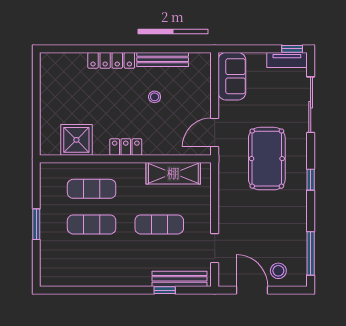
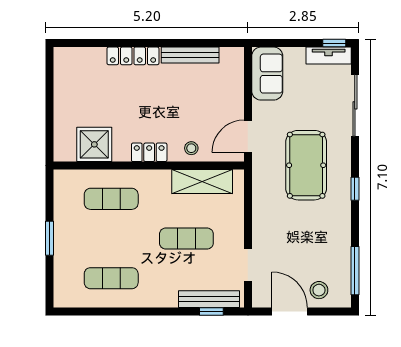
stool: (155, 97) -> (191, 148), moved
exercise mat: (92, 224) -> (111, 278), moved
window: (165, 290) -> (211, 311), moved

